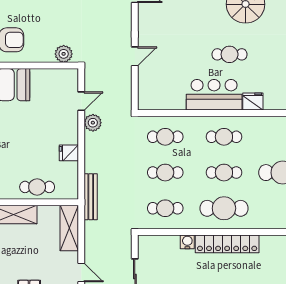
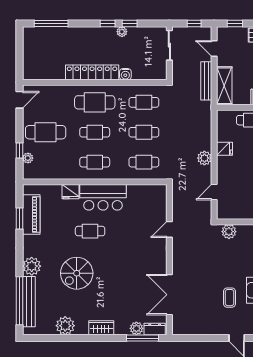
plant: (93, 123) -> (204, 158), moved
bench: (91, 197) -> (206, 81), moved

